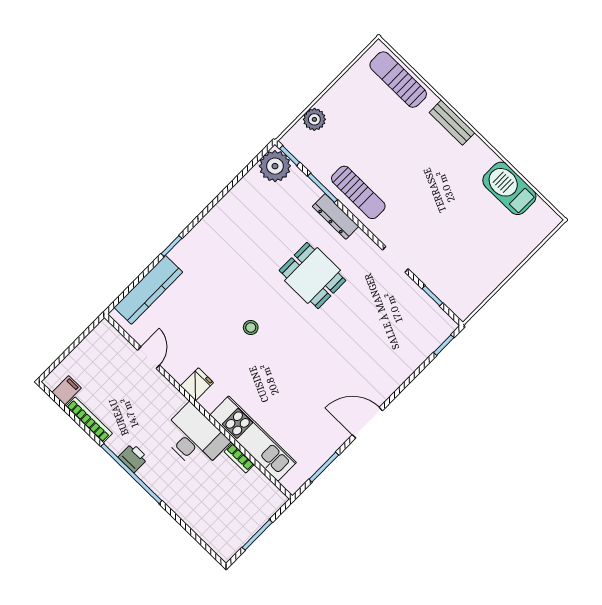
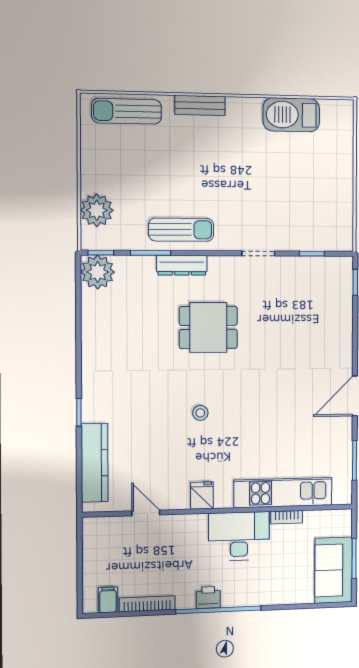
plant: (314, 119) -> (97, 210), width x1.36, depth x1.36
sofa: (235, 528) -> (334, 570), added

